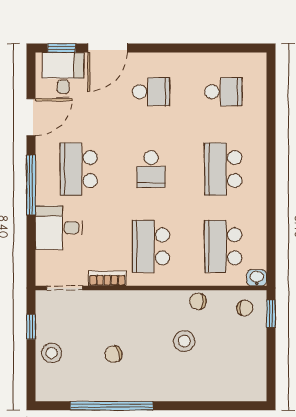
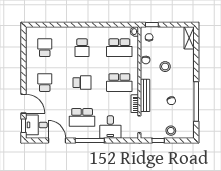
school desk: (223, 169) -> (82, 48), width x0.54
bench: (124, 300) -> (145, 95), added
shelving: (244, 391) -> (189, 38), added

